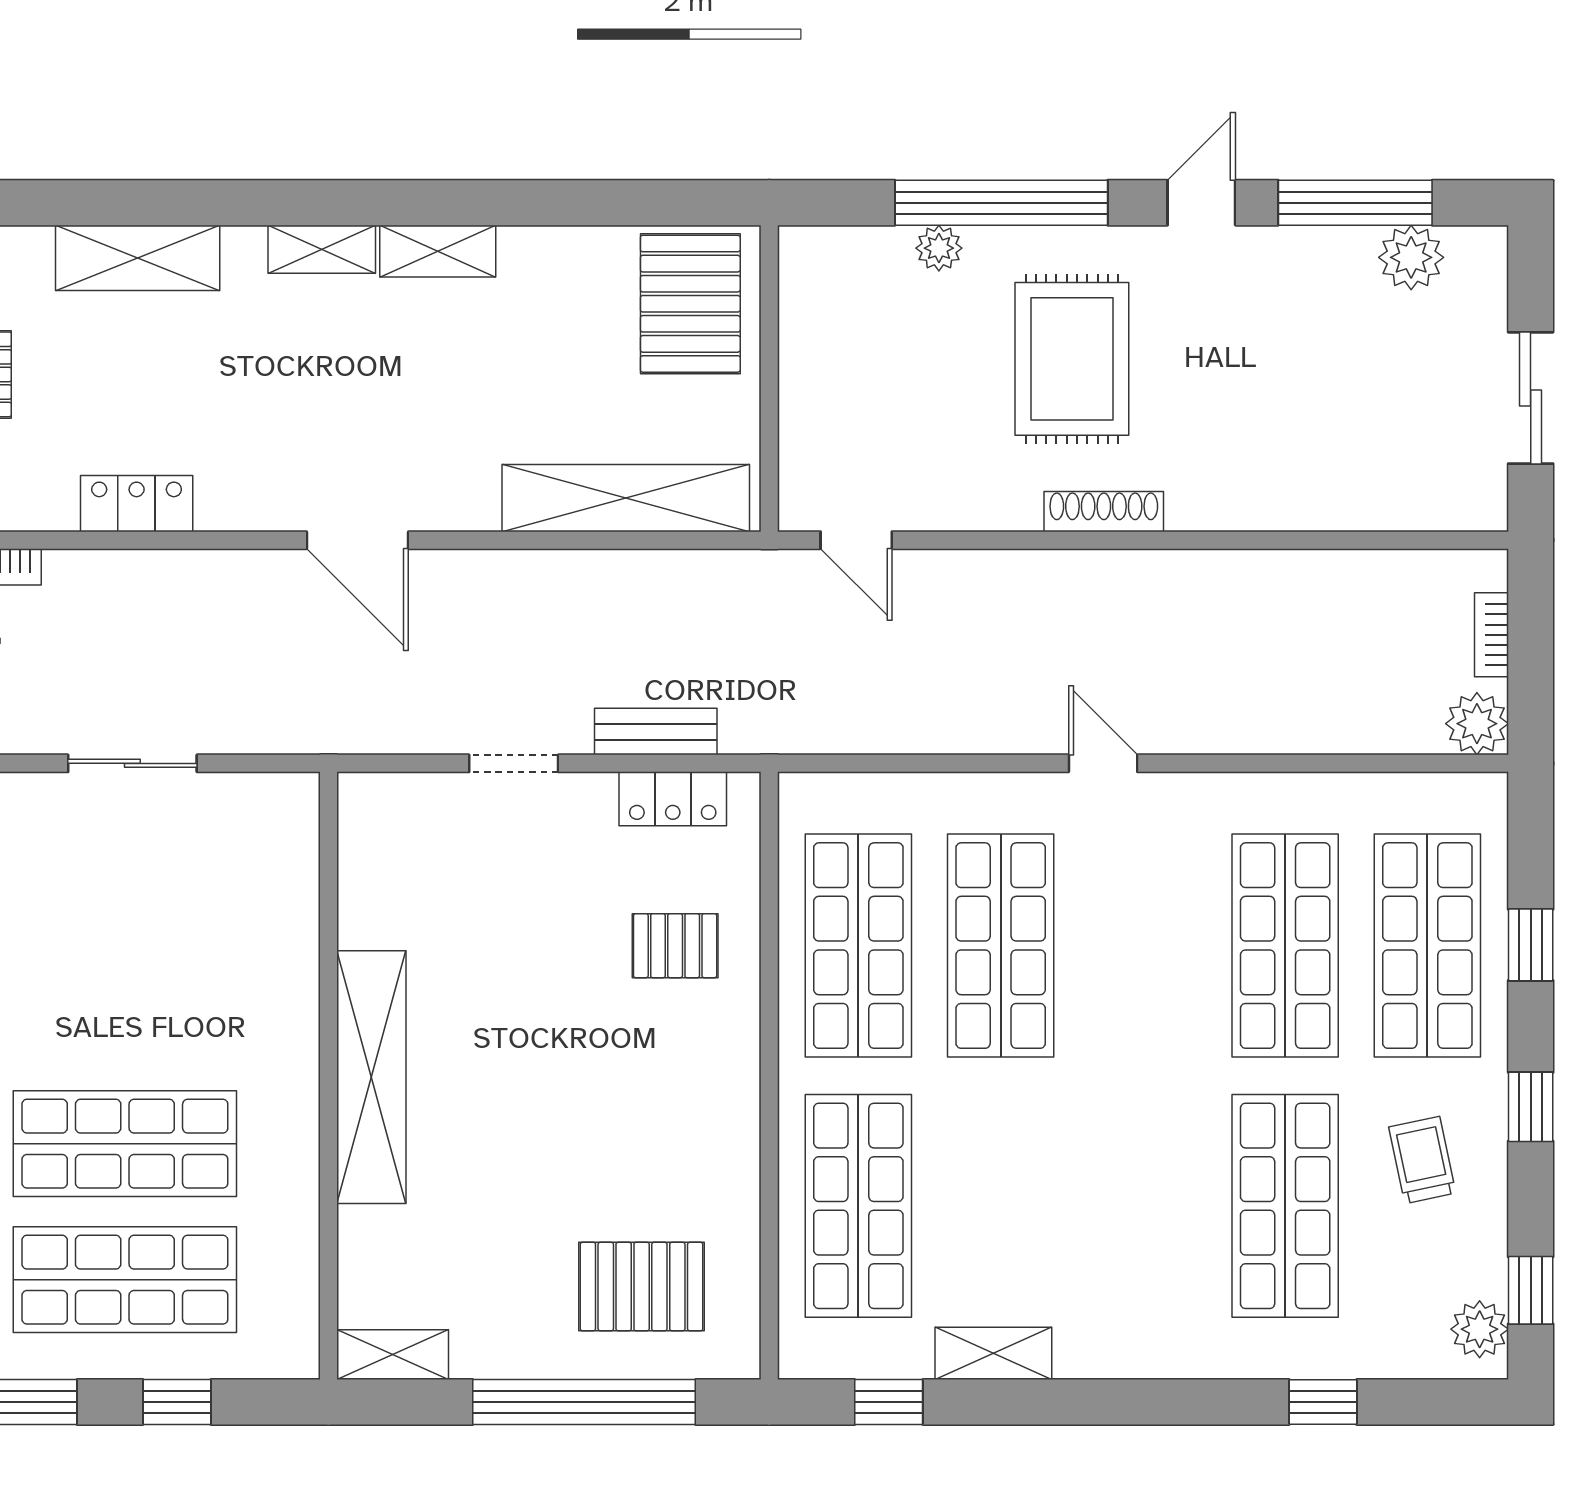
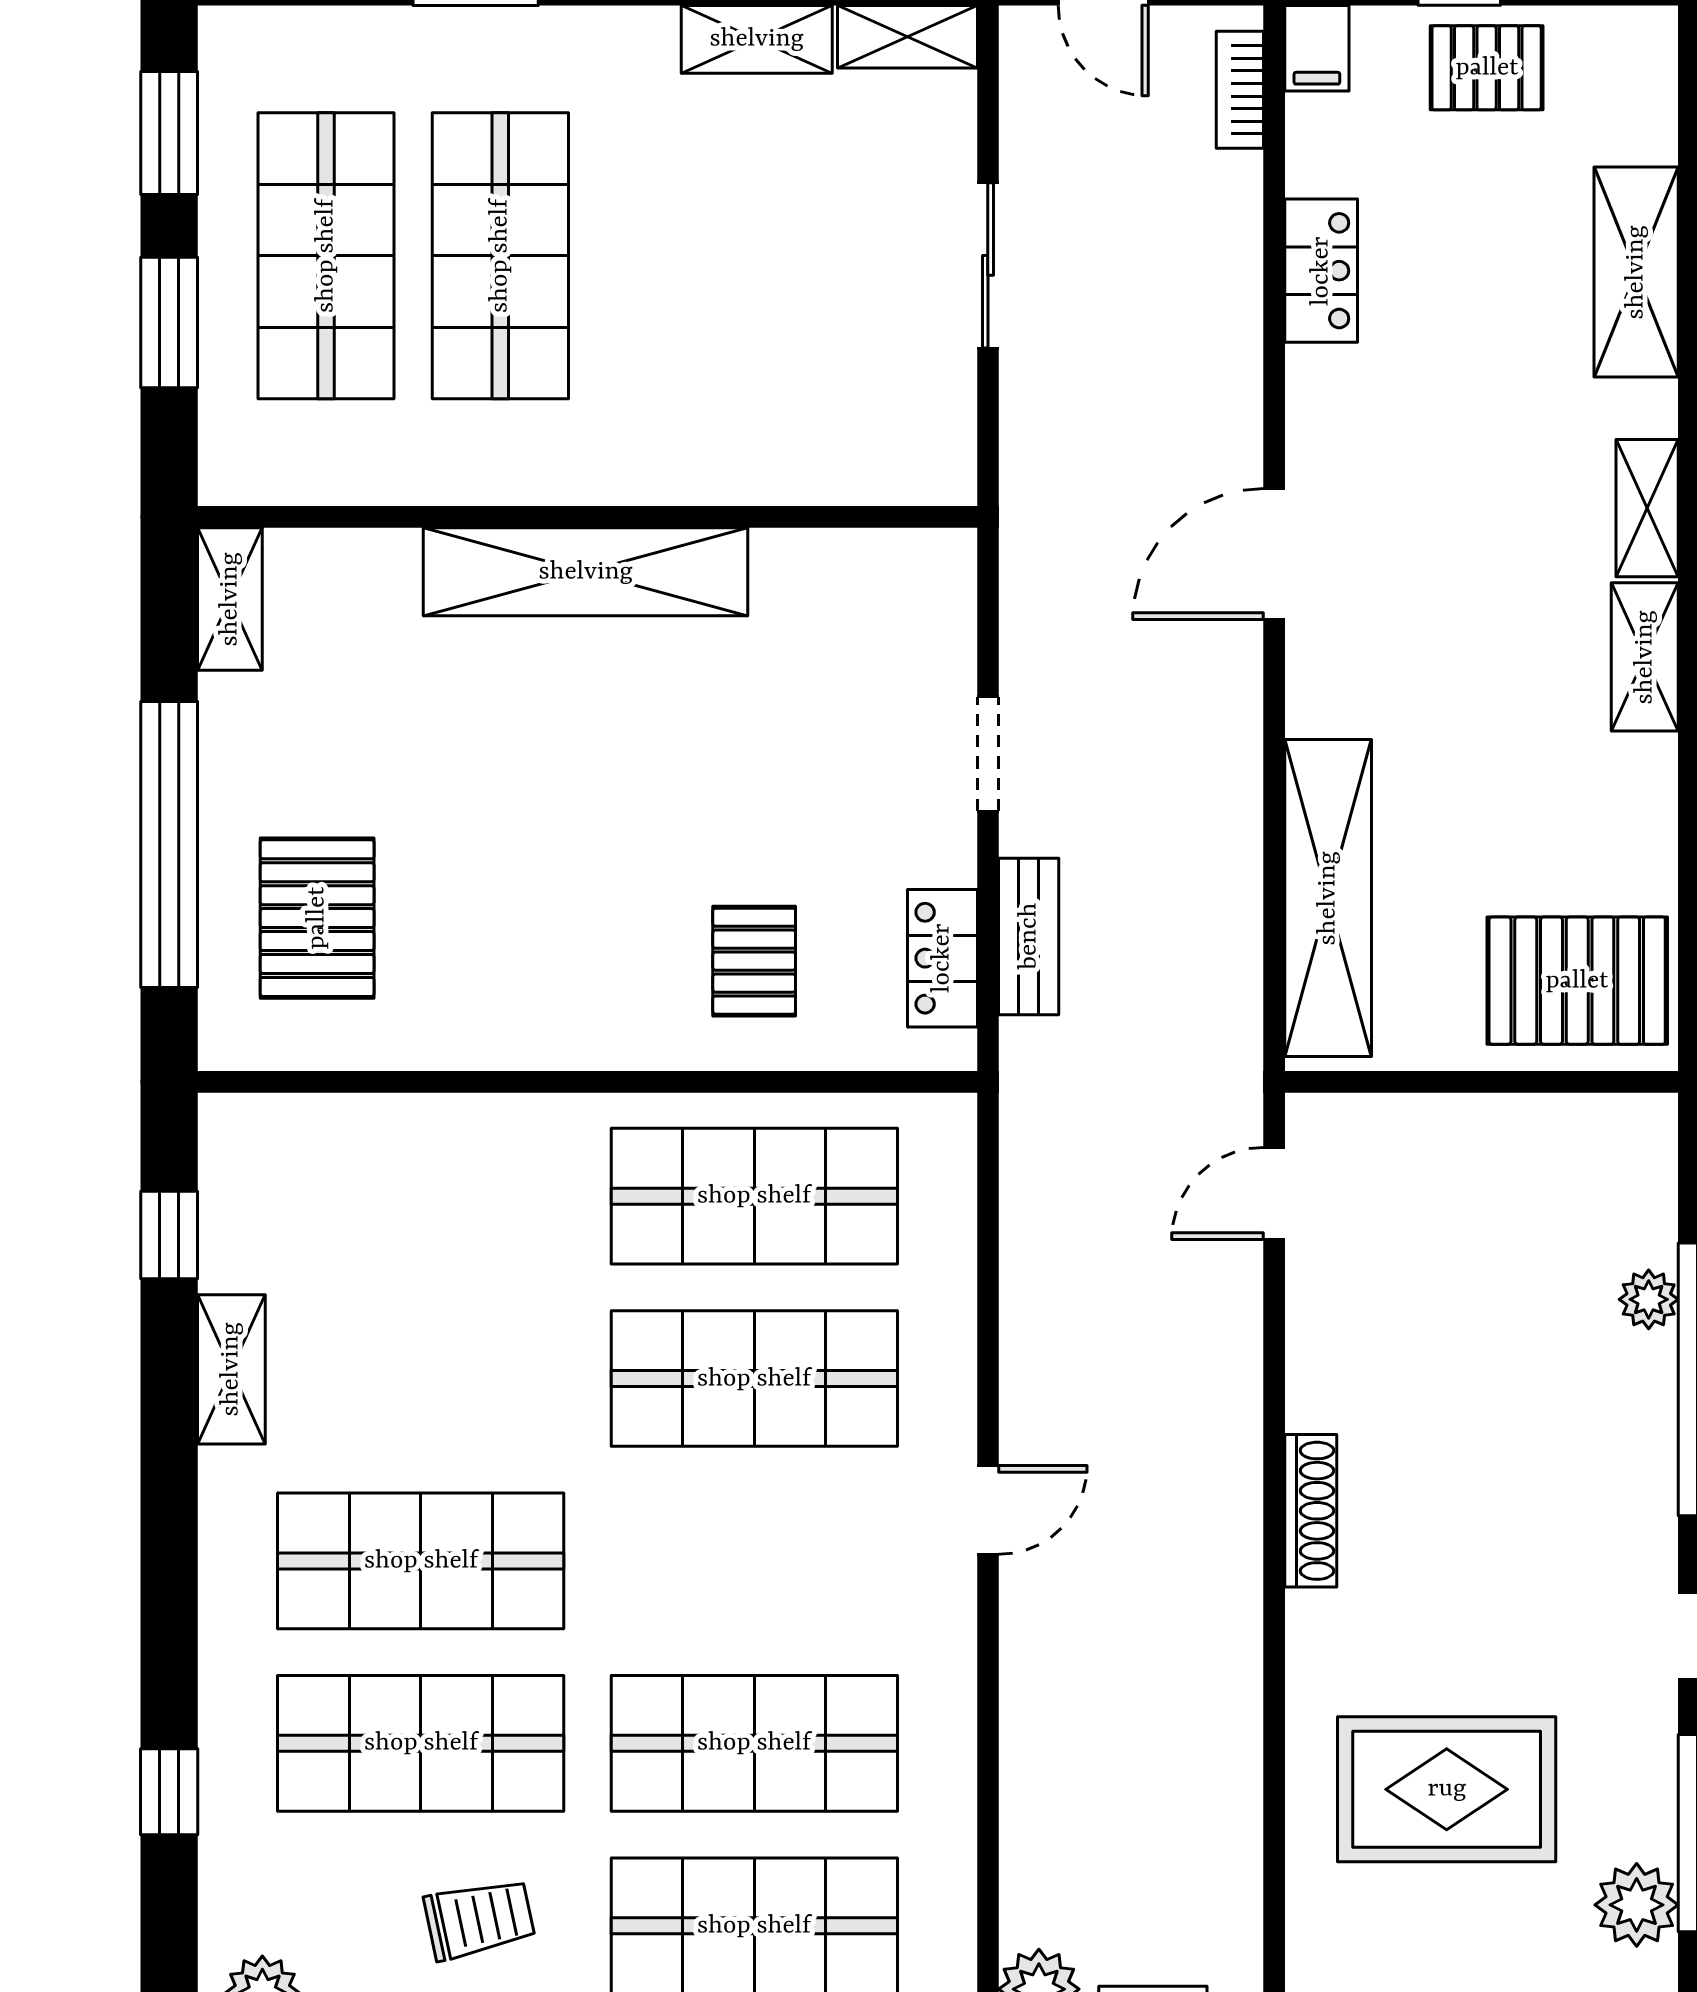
rug: (1072, 359) -> (1447, 1789), moved
shop shelf: (858, 1206) -> (421, 1561), moved
window: (177, 1402) -> (169, 322), width x1.50

